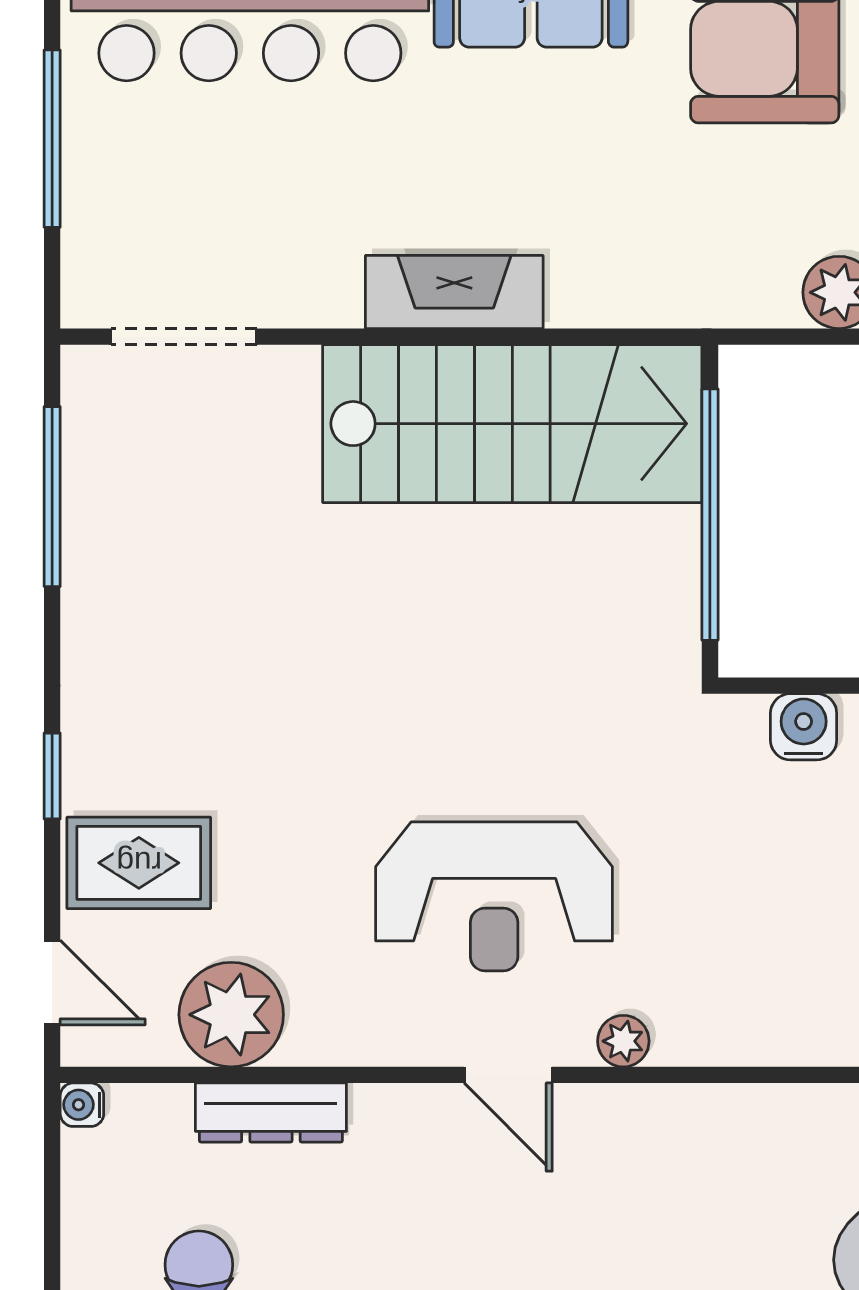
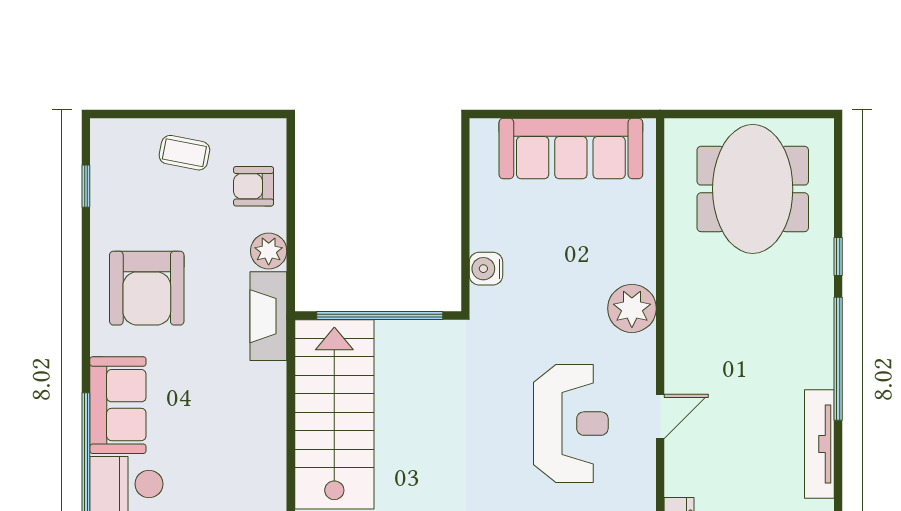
fireplace: (454, 292) -> (268, 316), moved
plant: (623, 1041) -> (632, 308), moved, width x1.87, depth x1.87

